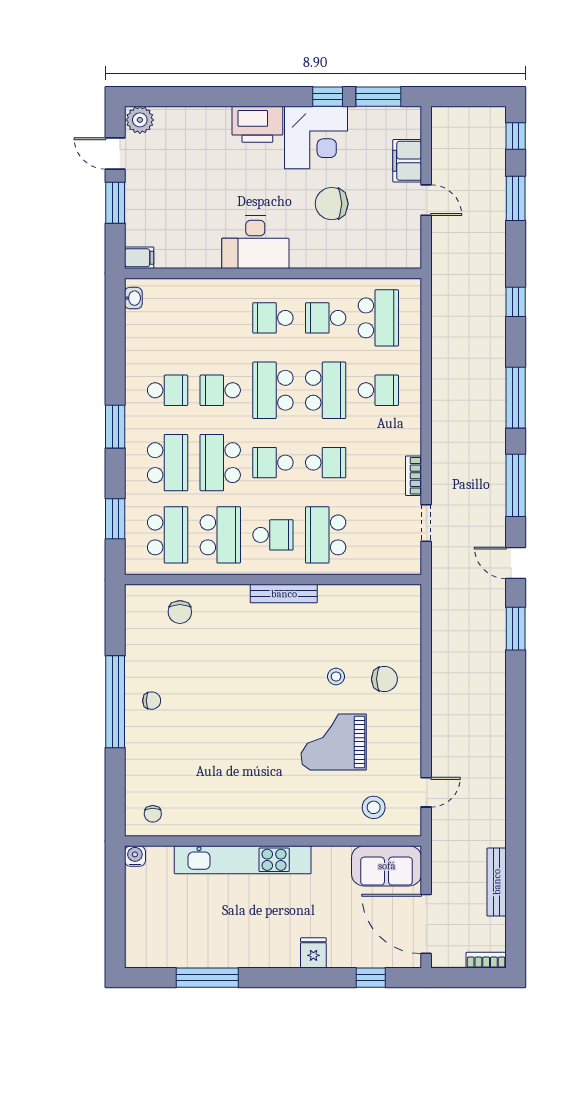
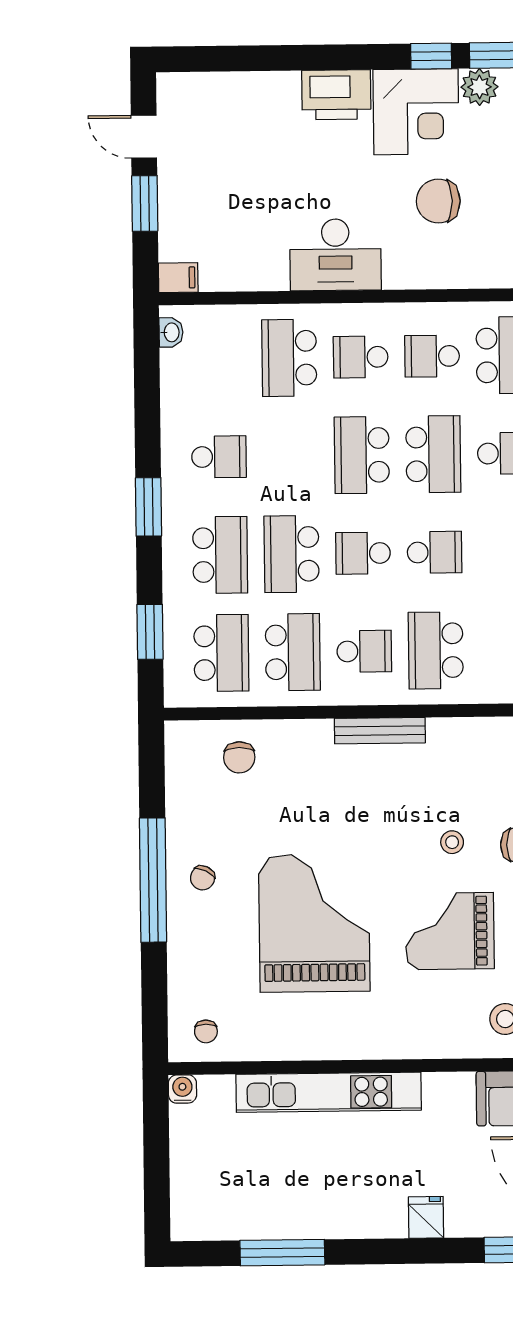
plant: (140, 120) -> (480, 87), moved
school desk: (220, 390) -> (289, 358), moved, width x1.85
chair: (152, 701) -> (203, 878), turned 116
grand piano: (234, 735) -> (314, 923), added

